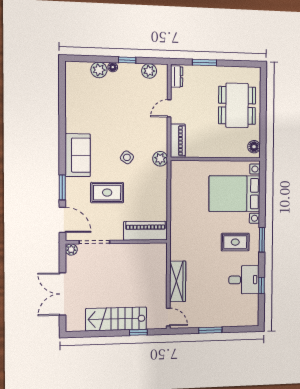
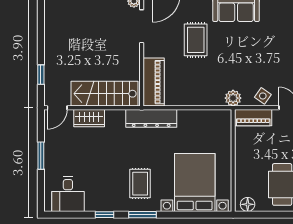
side table: (127, 157) -> (263, 96), moved
dresser: (178, 233) -> (151, 118), added
desk: (244, 280) -> (68, 194), moved
wardrobe: (178, 281) -> (89, 118), width x0.67
window: (262, 286) -> (105, 215), moved
stairs: (116, 319) -> (104, 94), moved, turned -90

